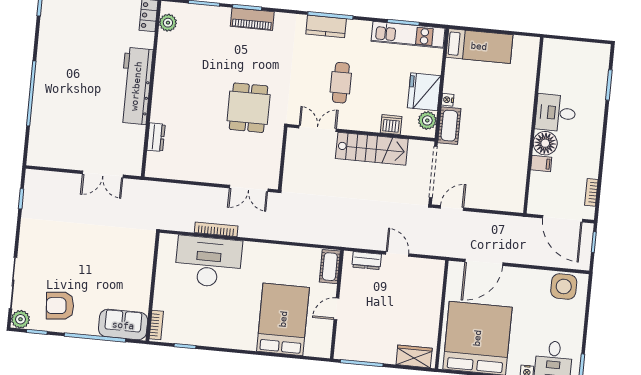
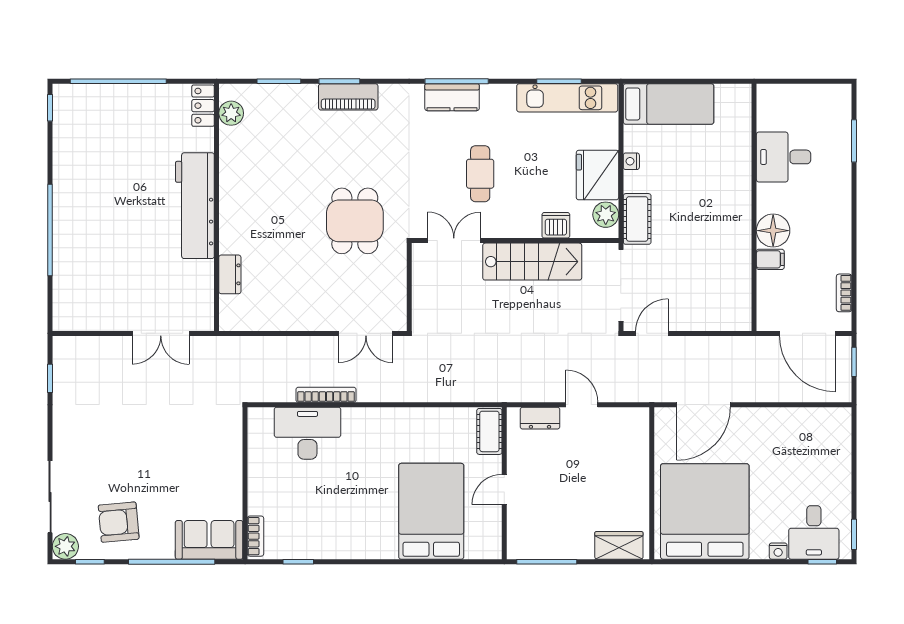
nightstand: (448, 100) -> (631, 161), moved
desk: (556, 113) -> (784, 157), moved
desk: (208, 262) -> (307, 433), width x0.73, depth x0.77
side table: (564, 286) -> (818, 428), removed

